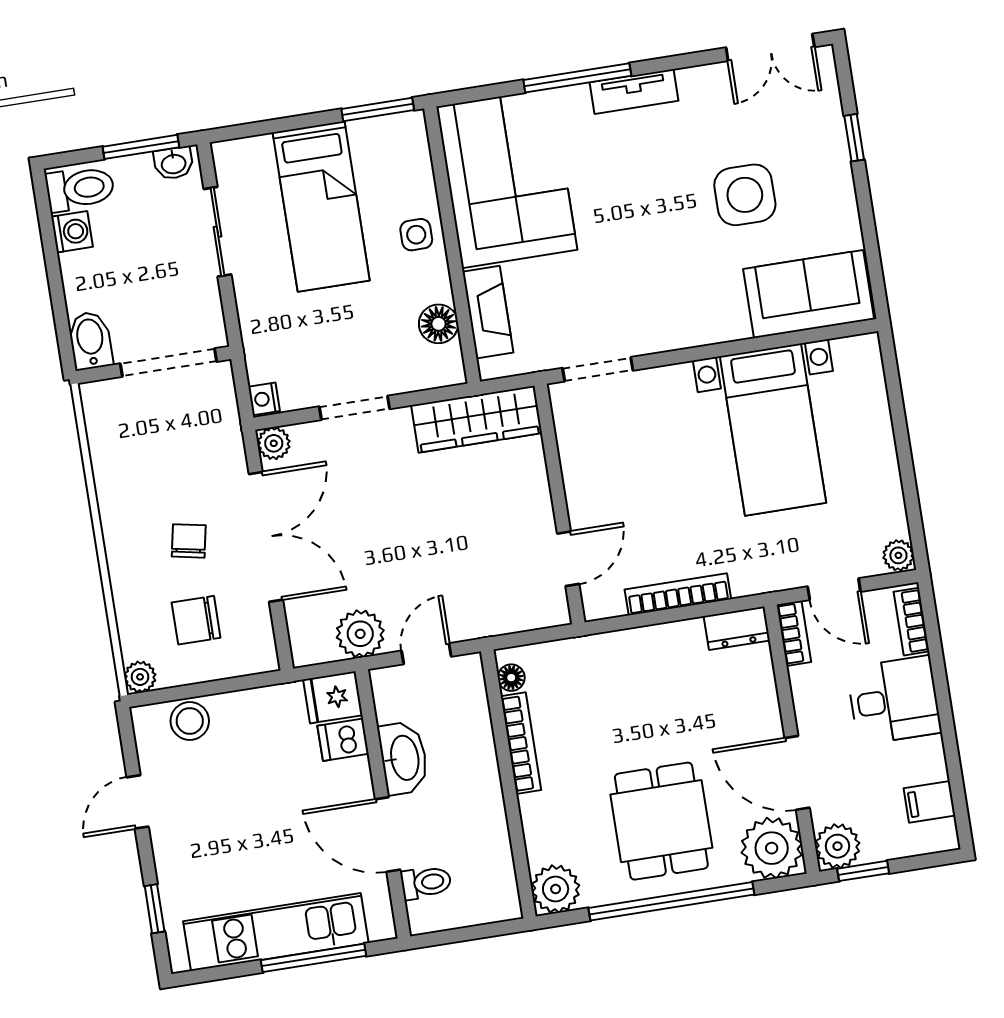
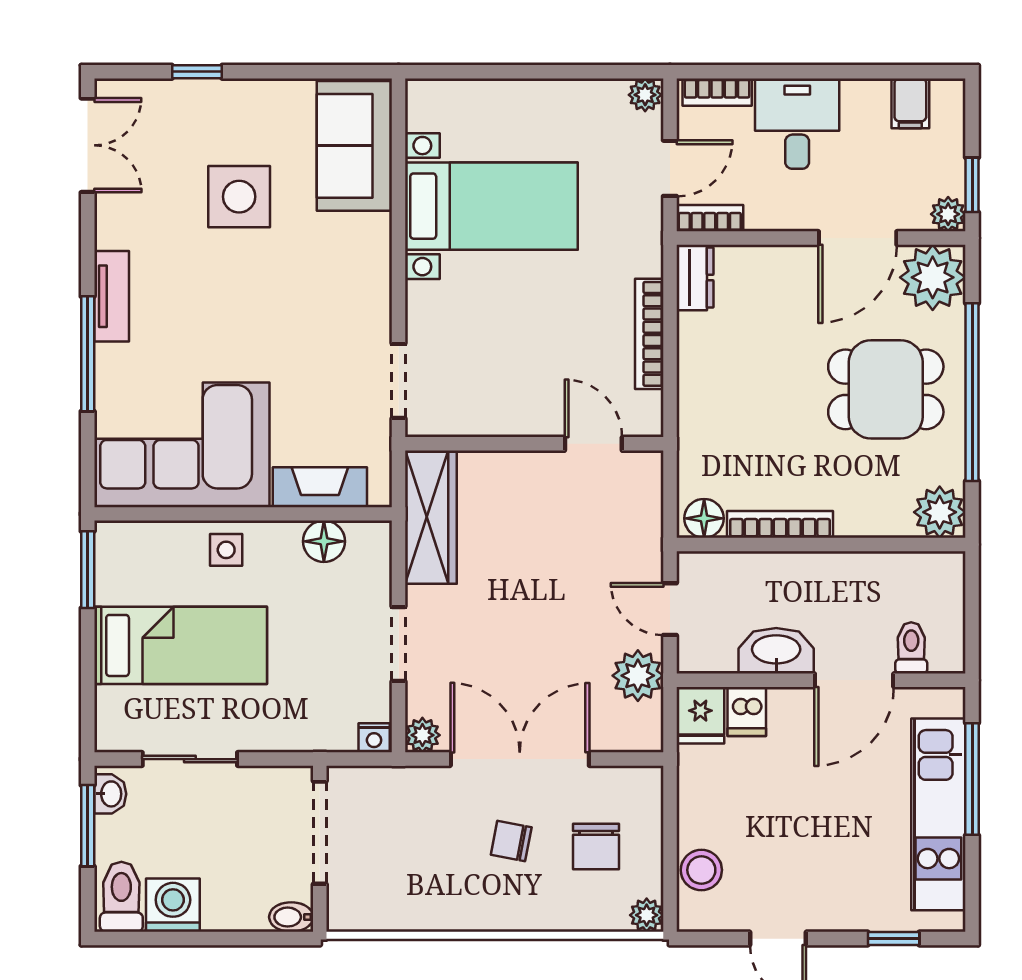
washing machine: (72, 232) -> (173, 905), width x1.38, depth x1.38
bidet: (90, 340) -> (291, 917), width x0.72, depth x0.74
floor lamp: (511, 678) -> (704, 518), width x1.37, depth x1.37
plant: (837, 846) -> (948, 214), width x0.73, depth x0.73

